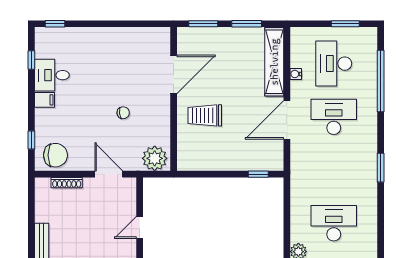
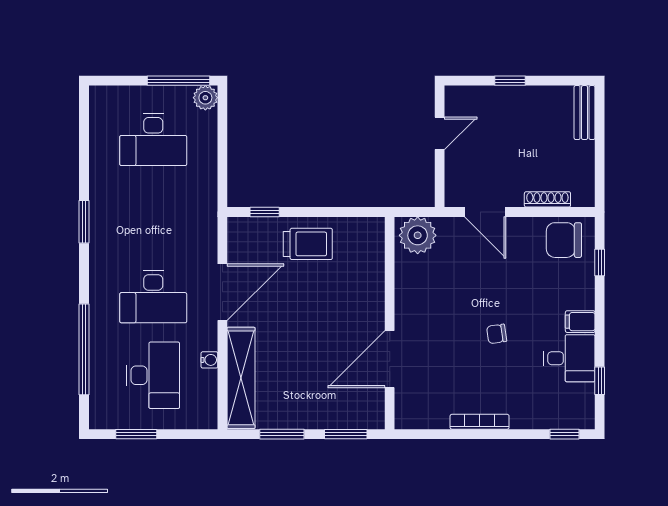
bookcase: (113, 32) -> (480, 422), added
chair: (123, 113) -> (497, 334), moved
trolley: (205, 115) -> (308, 244), moved

